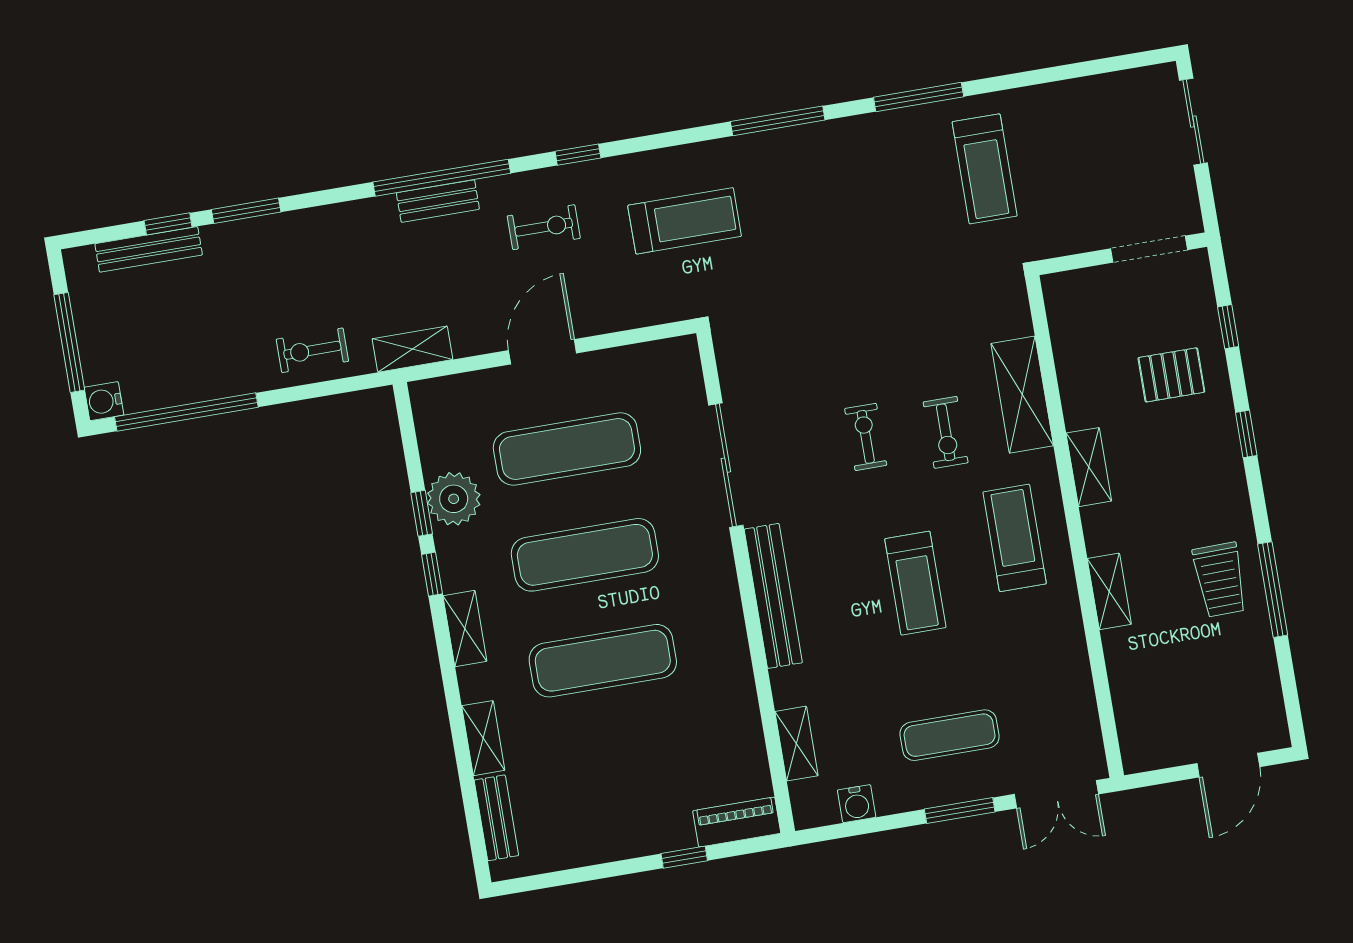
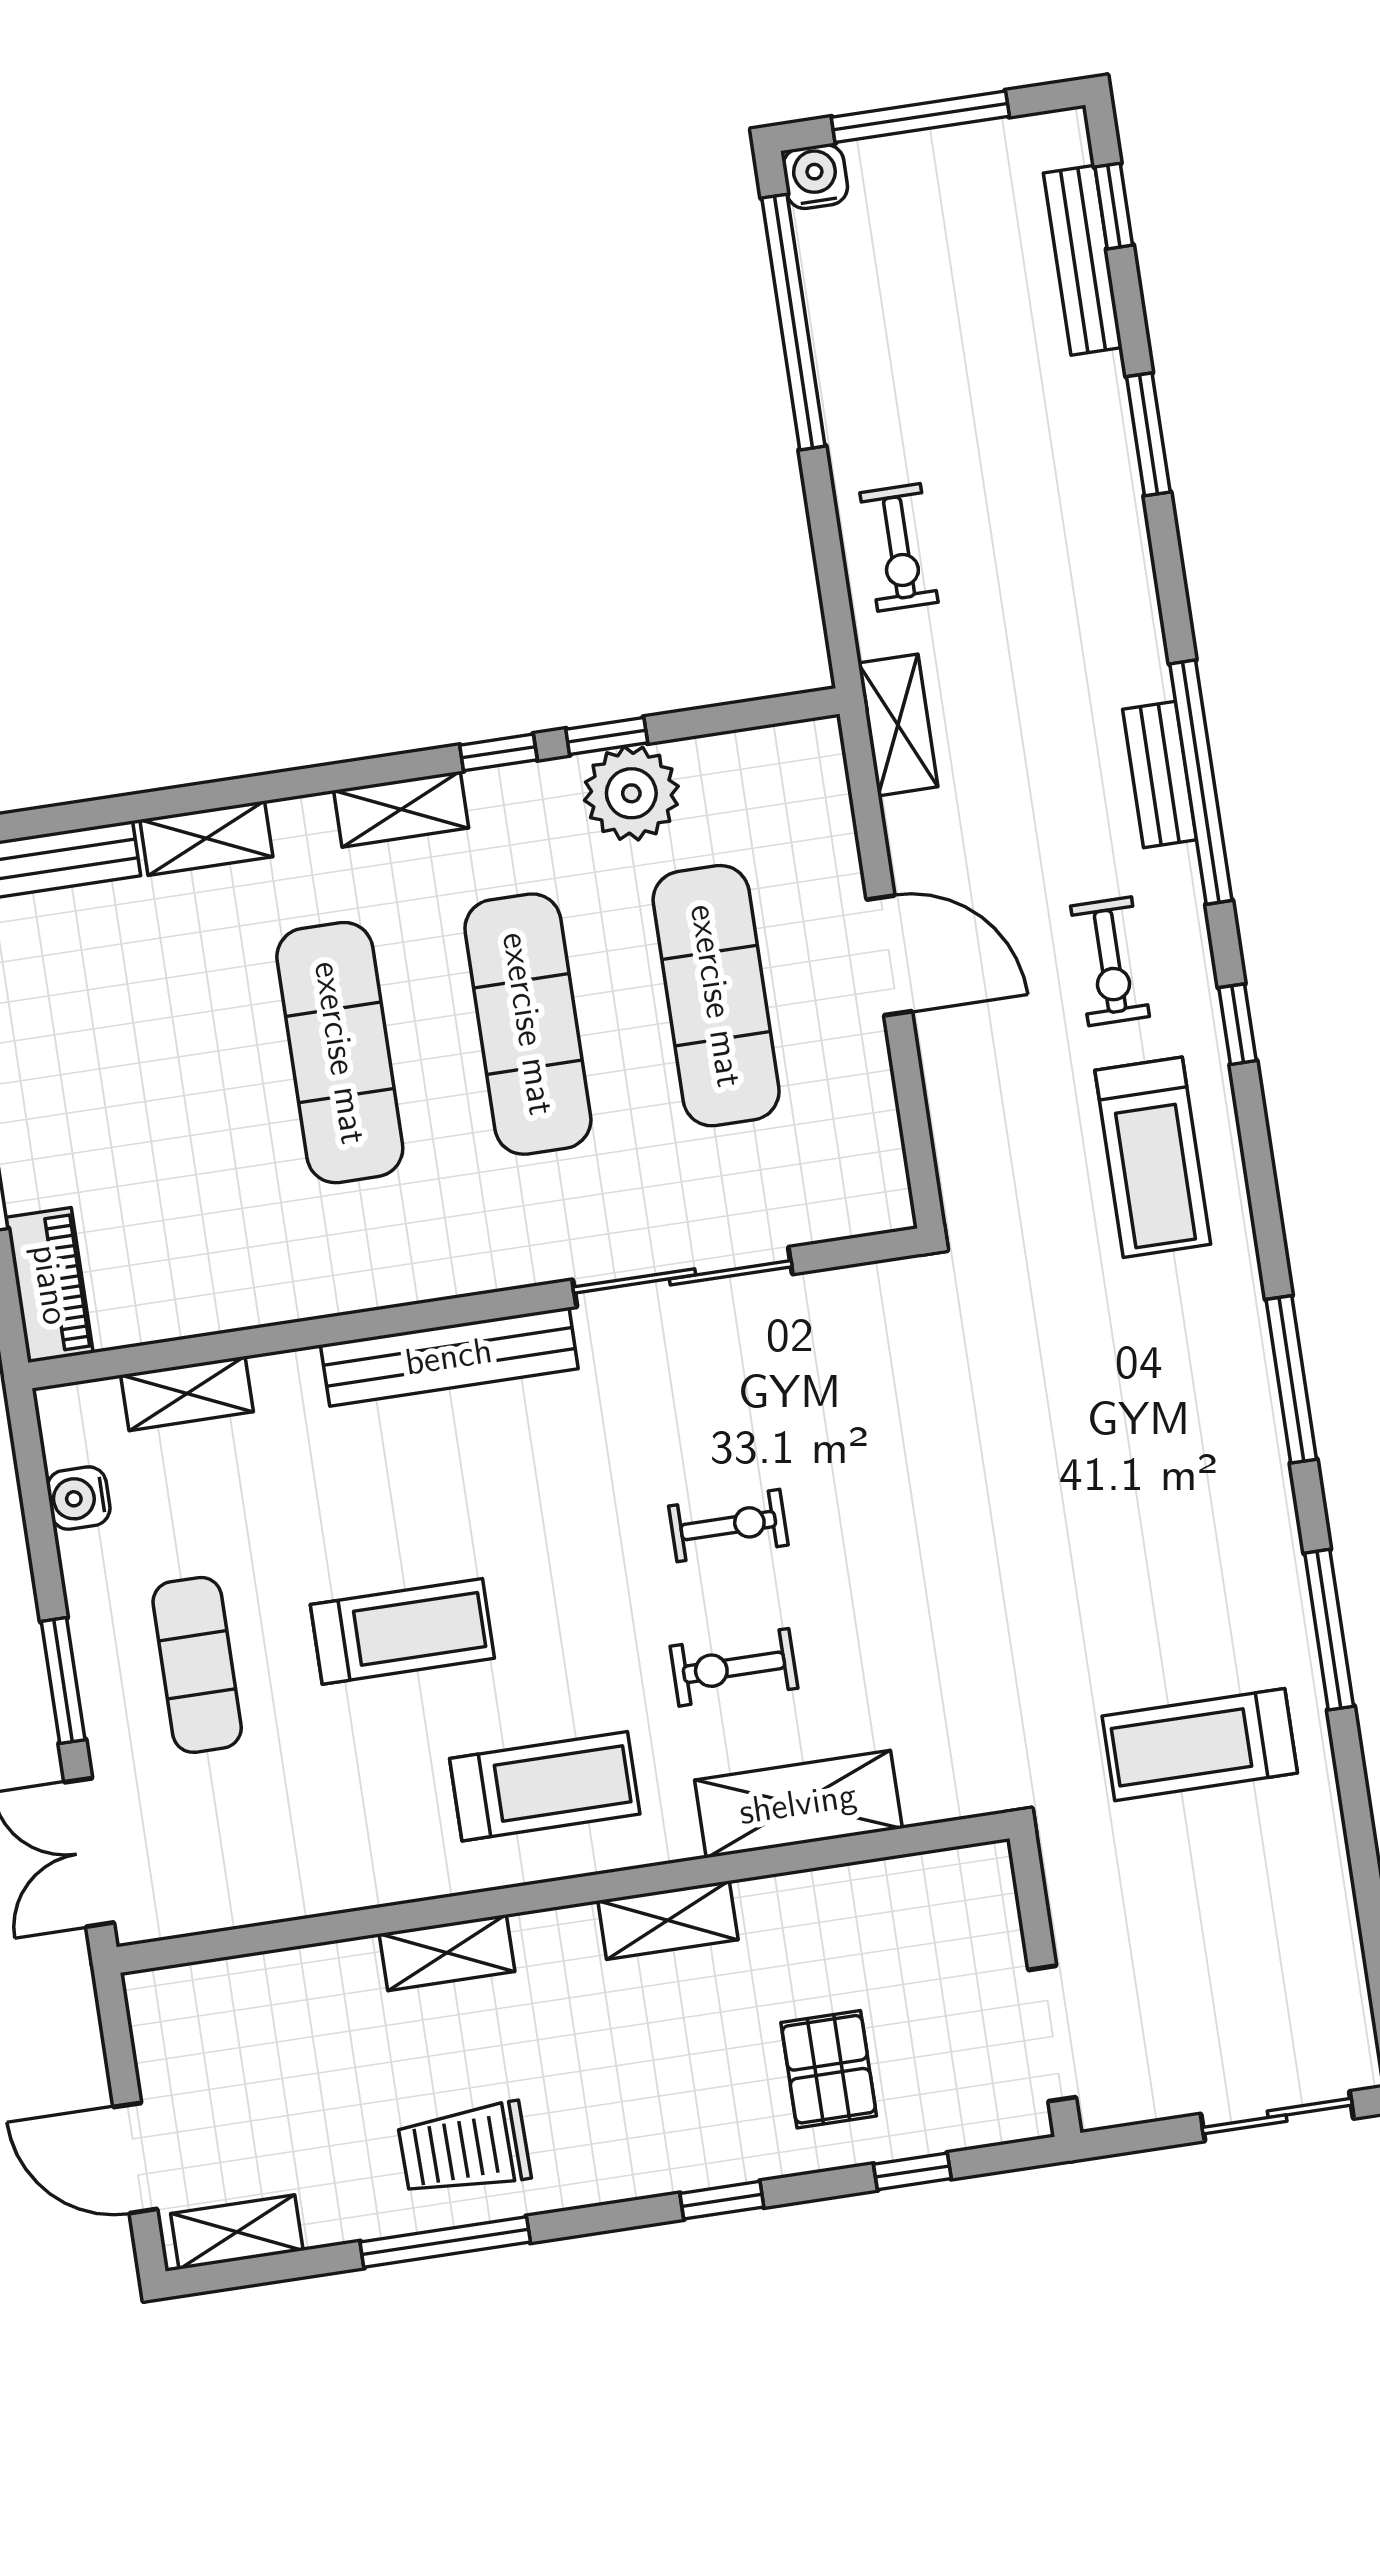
treadmill: (685, 221) -> (1153, 1157), moved
window: (168, 224) -> (1114, 206), moved
exercise bike: (312, 350) -> (899, 547), turned 180
treadmill: (915, 583) -> (402, 1631), moved, turned 180
shelving: (1269, 707) -> (237, 2232), added

